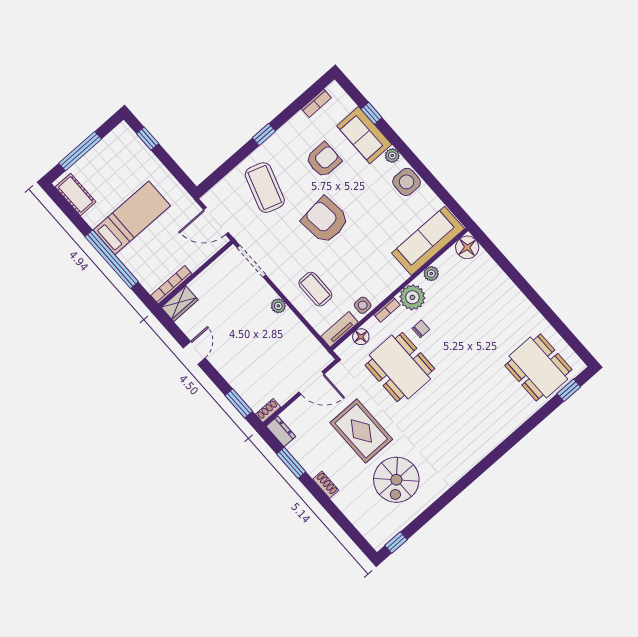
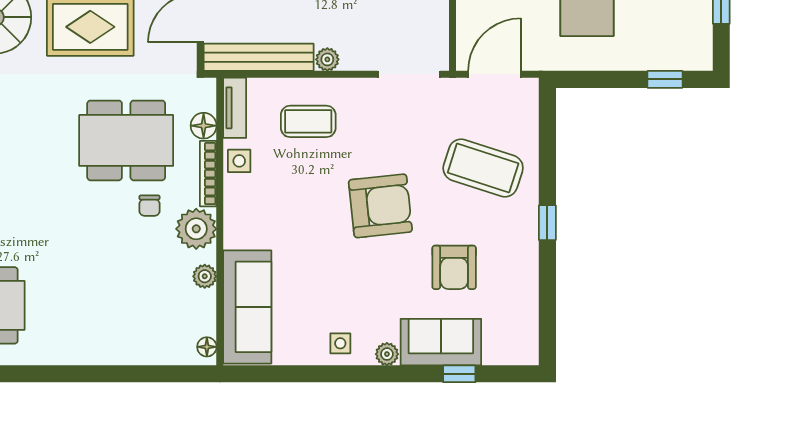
bookcase: (316, 103) -> (529, 318), removed
side table: (407, 182) -> (340, 343), width x0.54, depth x0.54
floor lamp: (467, 247) -> (207, 347), width x0.53, depth x0.53
bookcase: (387, 310) -> (208, 174), width x1.56
bench: (306, 339) -> (259, 57), added

